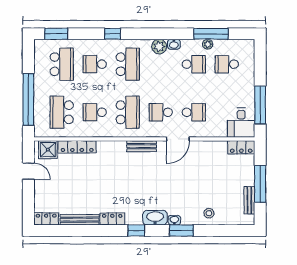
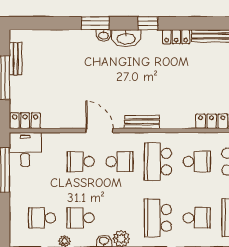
school desk: (227, 64) -> (42, 218), turned 180
door: (178, 139) -> (99, 130), hinge flipped
stool: (209, 213) -> (63, 43), removed

